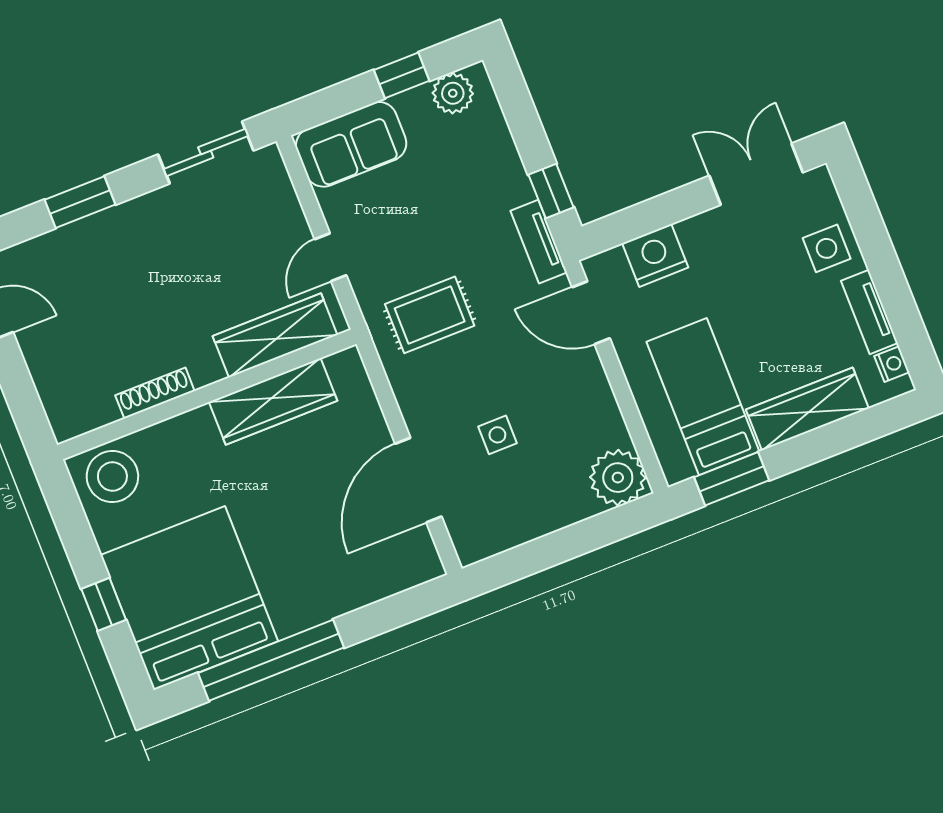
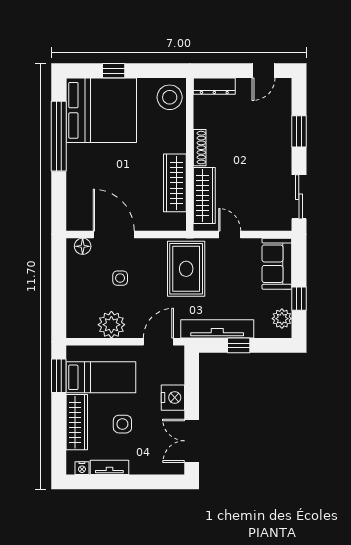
double door: (756, 174) -> (192, 441), swing flipped
window: (551, 191) -> (239, 345), moved
tv unit: (539, 242) -> (217, 329), width x1.92, depth x1.29
side table: (827, 248) -> (122, 424), moved
nightstand: (655, 255) -> (173, 398), moved
rug: (430, 315) -> (186, 269), width x1.36, depth x1.43
shoe rack: (155, 393) -> (200, 148), moved
dresser: (57, 399) -> (214, 86), added
plant: (618, 478) -> (111, 325), moved
floor lamp: (465, 531) -> (83, 246), added

